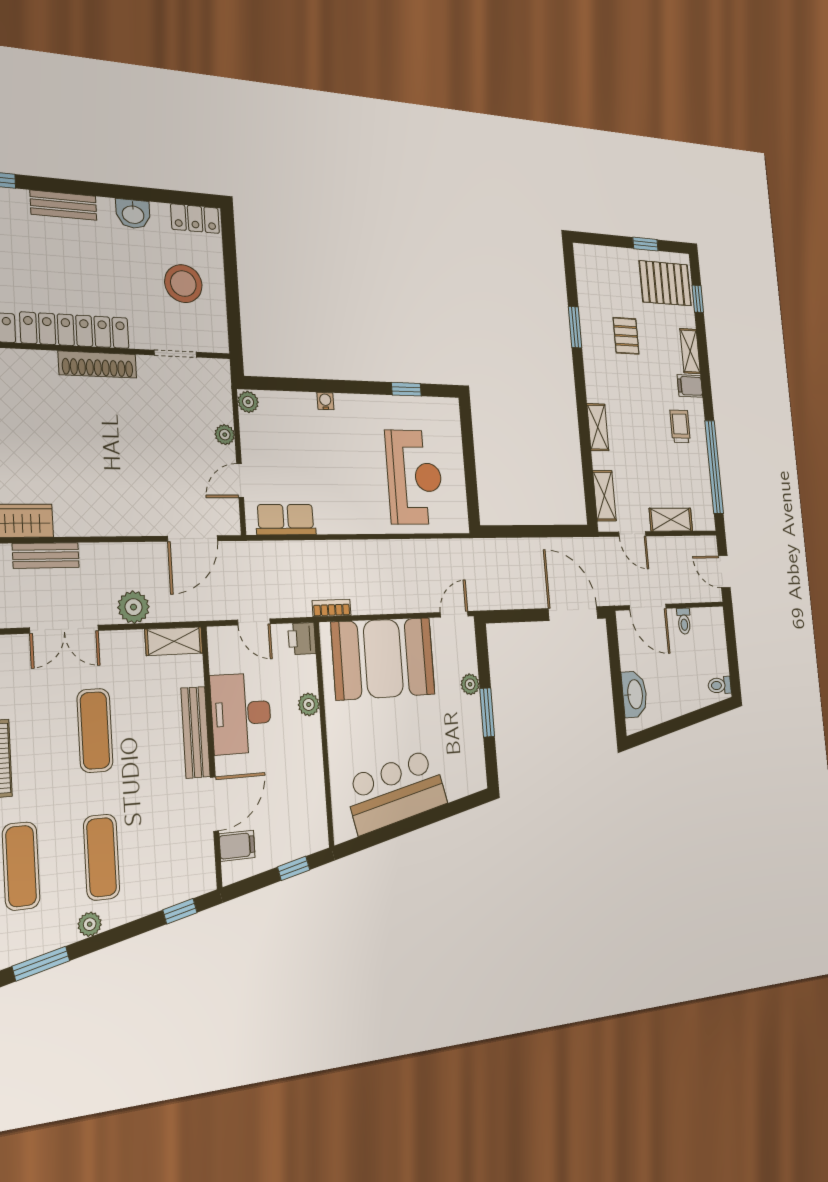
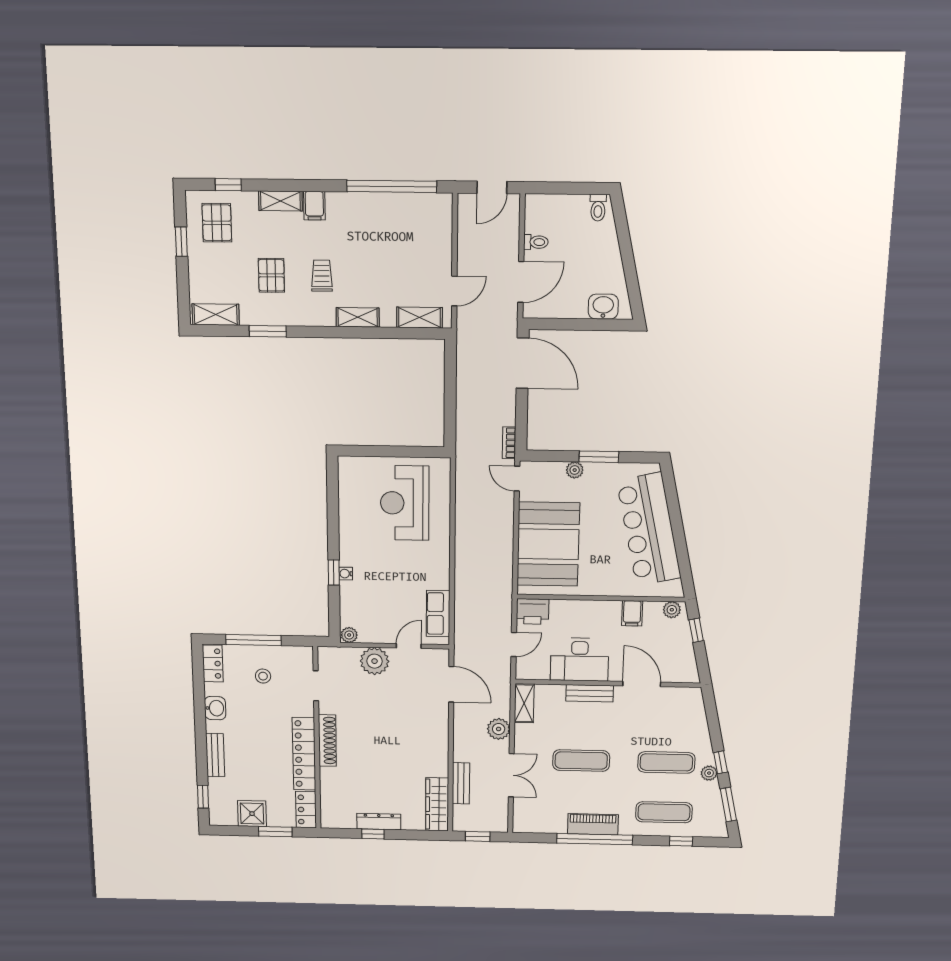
window: (231, 276) -> (253, 640), added
pallet: (665, 283) -> (217, 223), width x0.67, depth x0.71
stool: (183, 284) -> (263, 676), width x0.53, depth x0.53
pallet: (626, 336) -> (271, 275), turned 90
window: (406, 389) -> (334, 572), moved
trolley: (680, 426) -> (322, 276), moved, turned 90
plant: (225, 435) -> (375, 661), width x1.87, depth x1.87
reception desk: (415, 477) -> (405, 503), turned -90
door: (240, 481) -> (409, 646), swing flipped
shelving: (671, 520) -> (216, 315), moved, turned 90
bookcase: (332, 608) -> (509, 443), moved
door: (573, 614) -> (523, 363), swing flipped
printer: (302, 639) -> (533, 611), width x1.36, depth x1.24
washbasin: (634, 694) -> (603, 307), width x0.72
plant: (309, 704) -> (672, 610), moved
bench: (195, 732) -> (590, 693), width x0.73
bar counter: (396, 791) -> (649, 529), width x1.36
filing cabinet: (237, 846) -> (632, 613), moved, turned 180
window: (180, 911) -> (721, 762), moved

